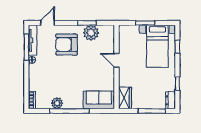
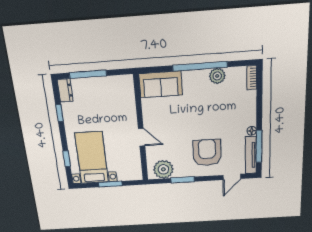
plant: (91, 33) -> (163, 169), moved
armchair: (66, 45) -> (207, 153), turned -90
wardrobe: (125, 98) -> (126, 89), removed

